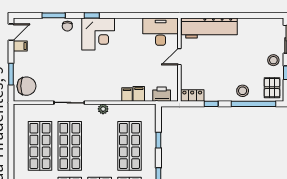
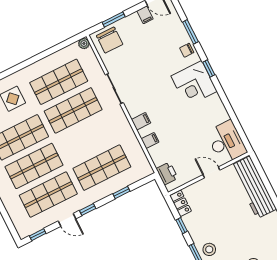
filing cabinet: (139, 94) -> (141, 121), moved
plant: (103, 109) -> (84, 43), moved

